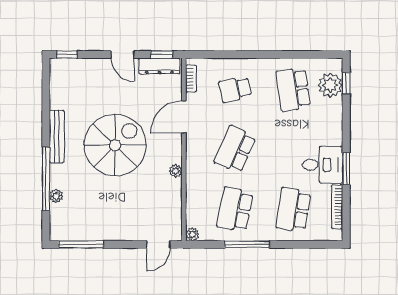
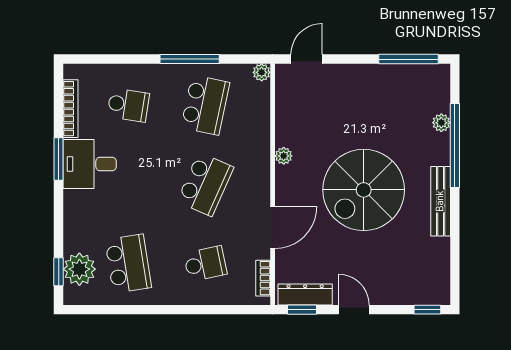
school desk: (293, 209) -> (128, 105), width x0.54

